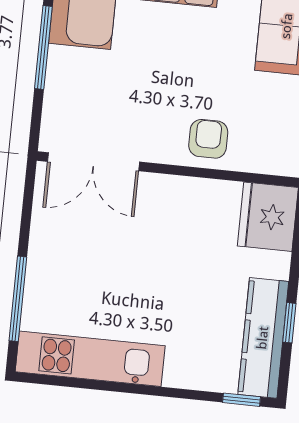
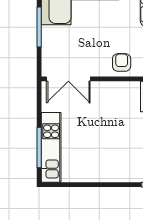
kitchen unit: (90, 359) -> (51, 147), moved, turned 90

